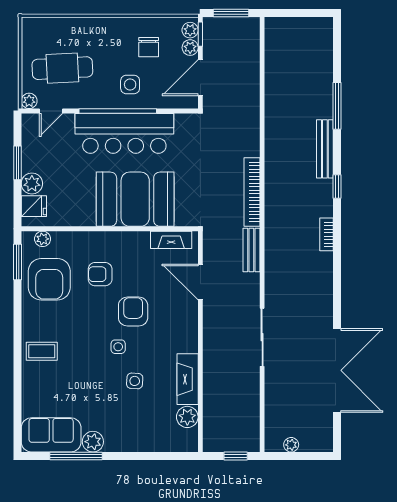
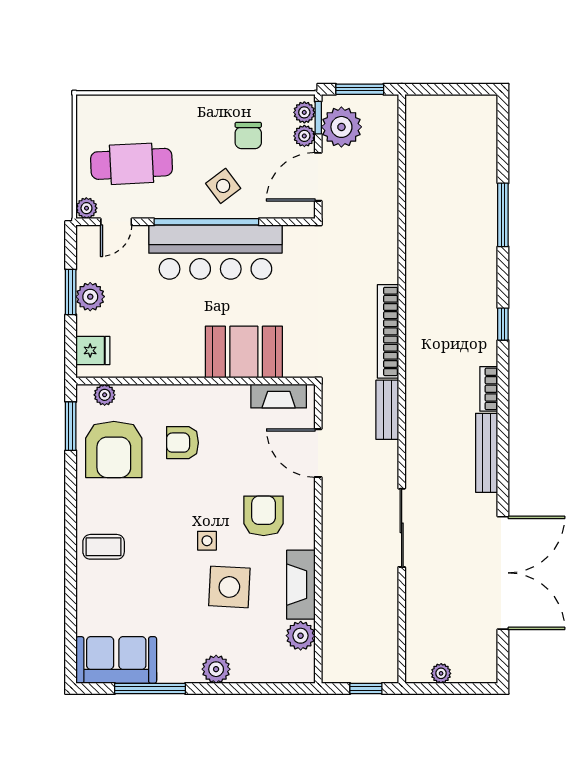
plant: (218, 41) -> (341, 127), added
side table: (130, 84) -> (223, 186), turned -37
bench: (325, 149) -> (487, 453), moved
plant: (32, 184) -> (90, 297), moved
booth: (135, 199) -> (244, 352), width x0.73, depth x0.70
armchair: (133, 312) -> (264, 516), moved
side table: (135, 381) -> (229, 587), width x1.87, depth x1.87
plant: (93, 442) -> (216, 669), moved

